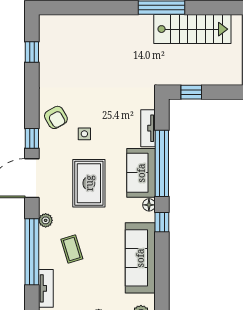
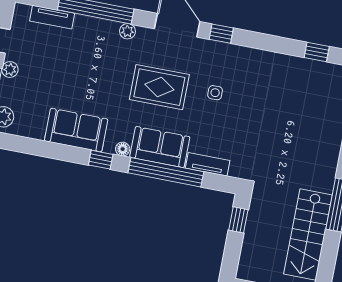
armchair: (56, 117) -> (239, 65), removed
coffee table: (72, 249) -> (90, 54), removed
sofa: (140, 258) -> (76, 130), width x0.73

